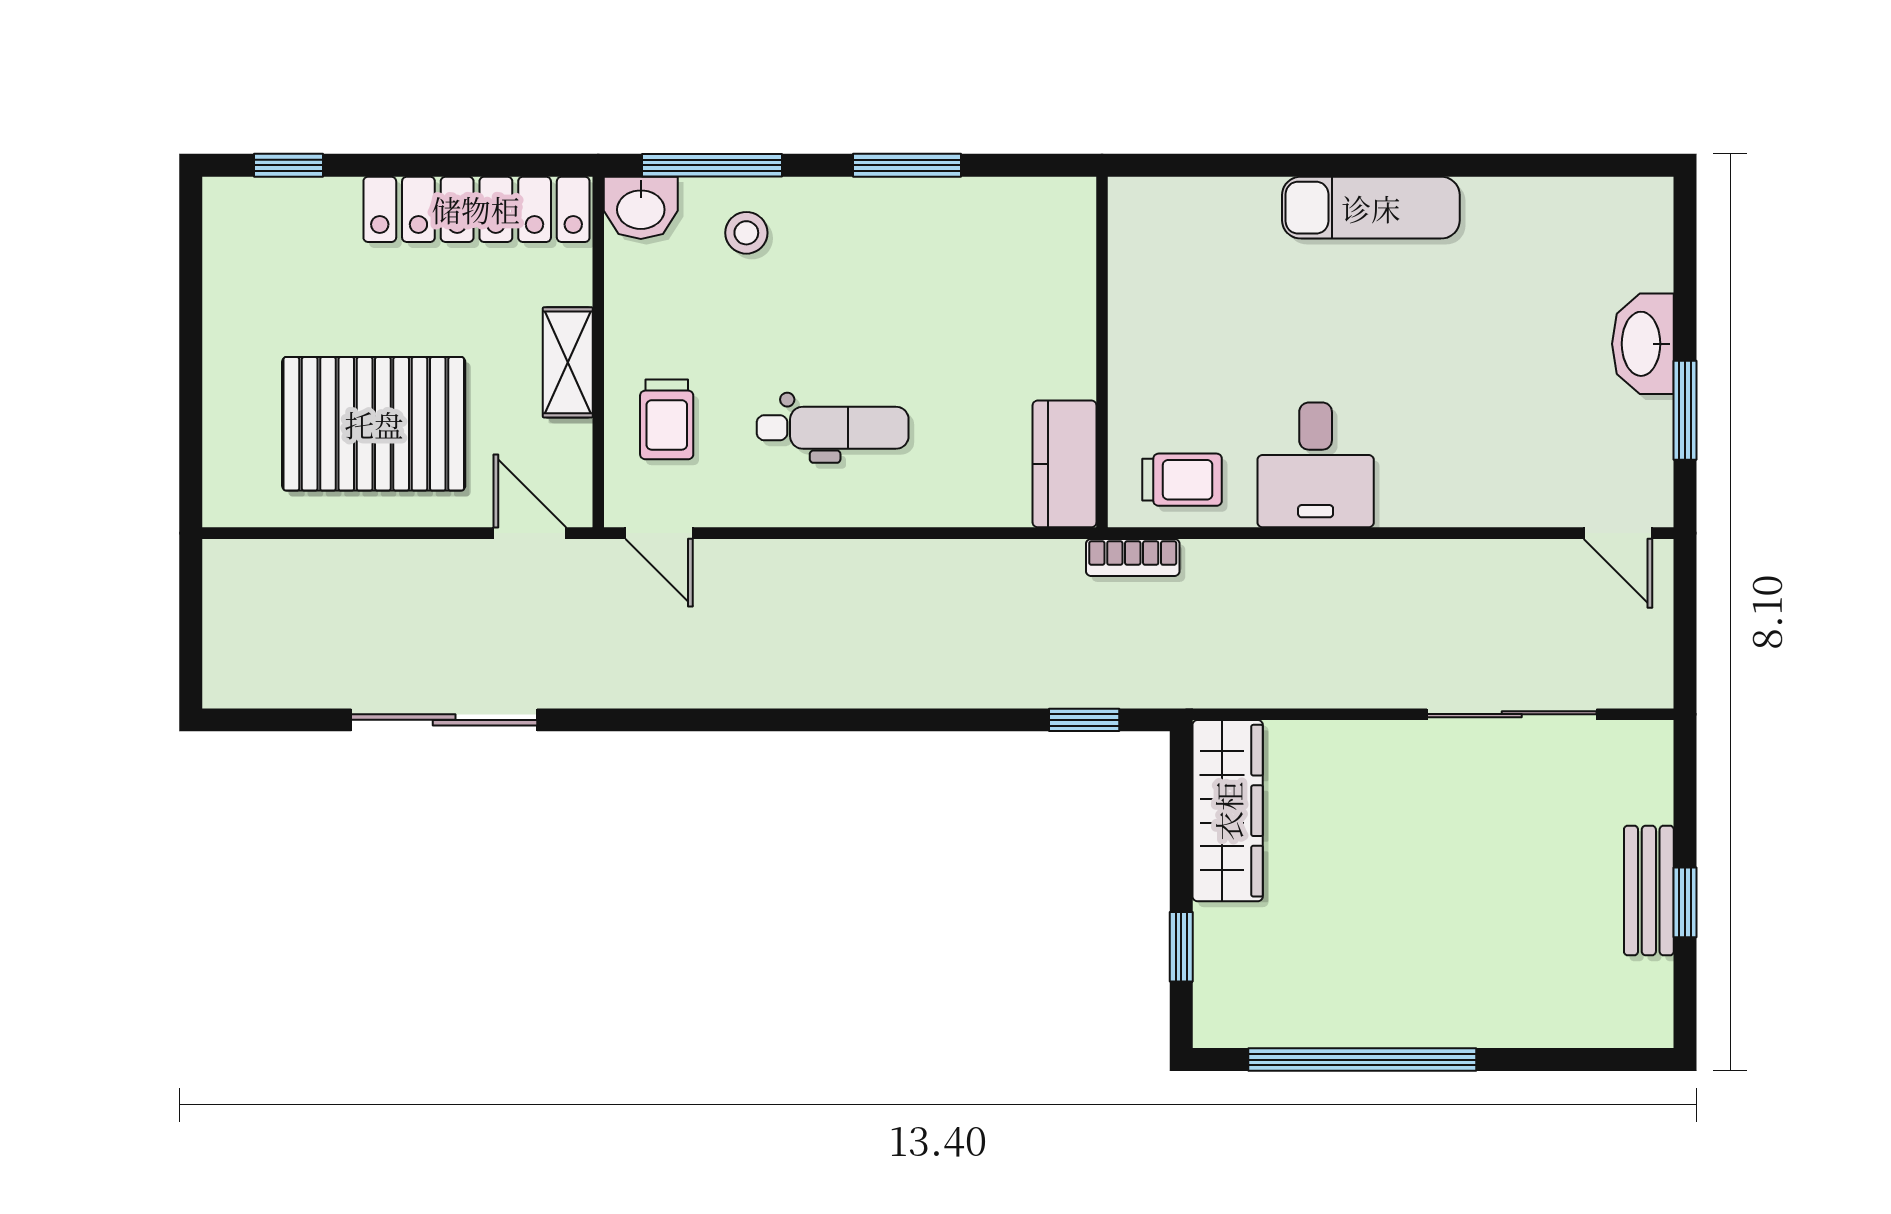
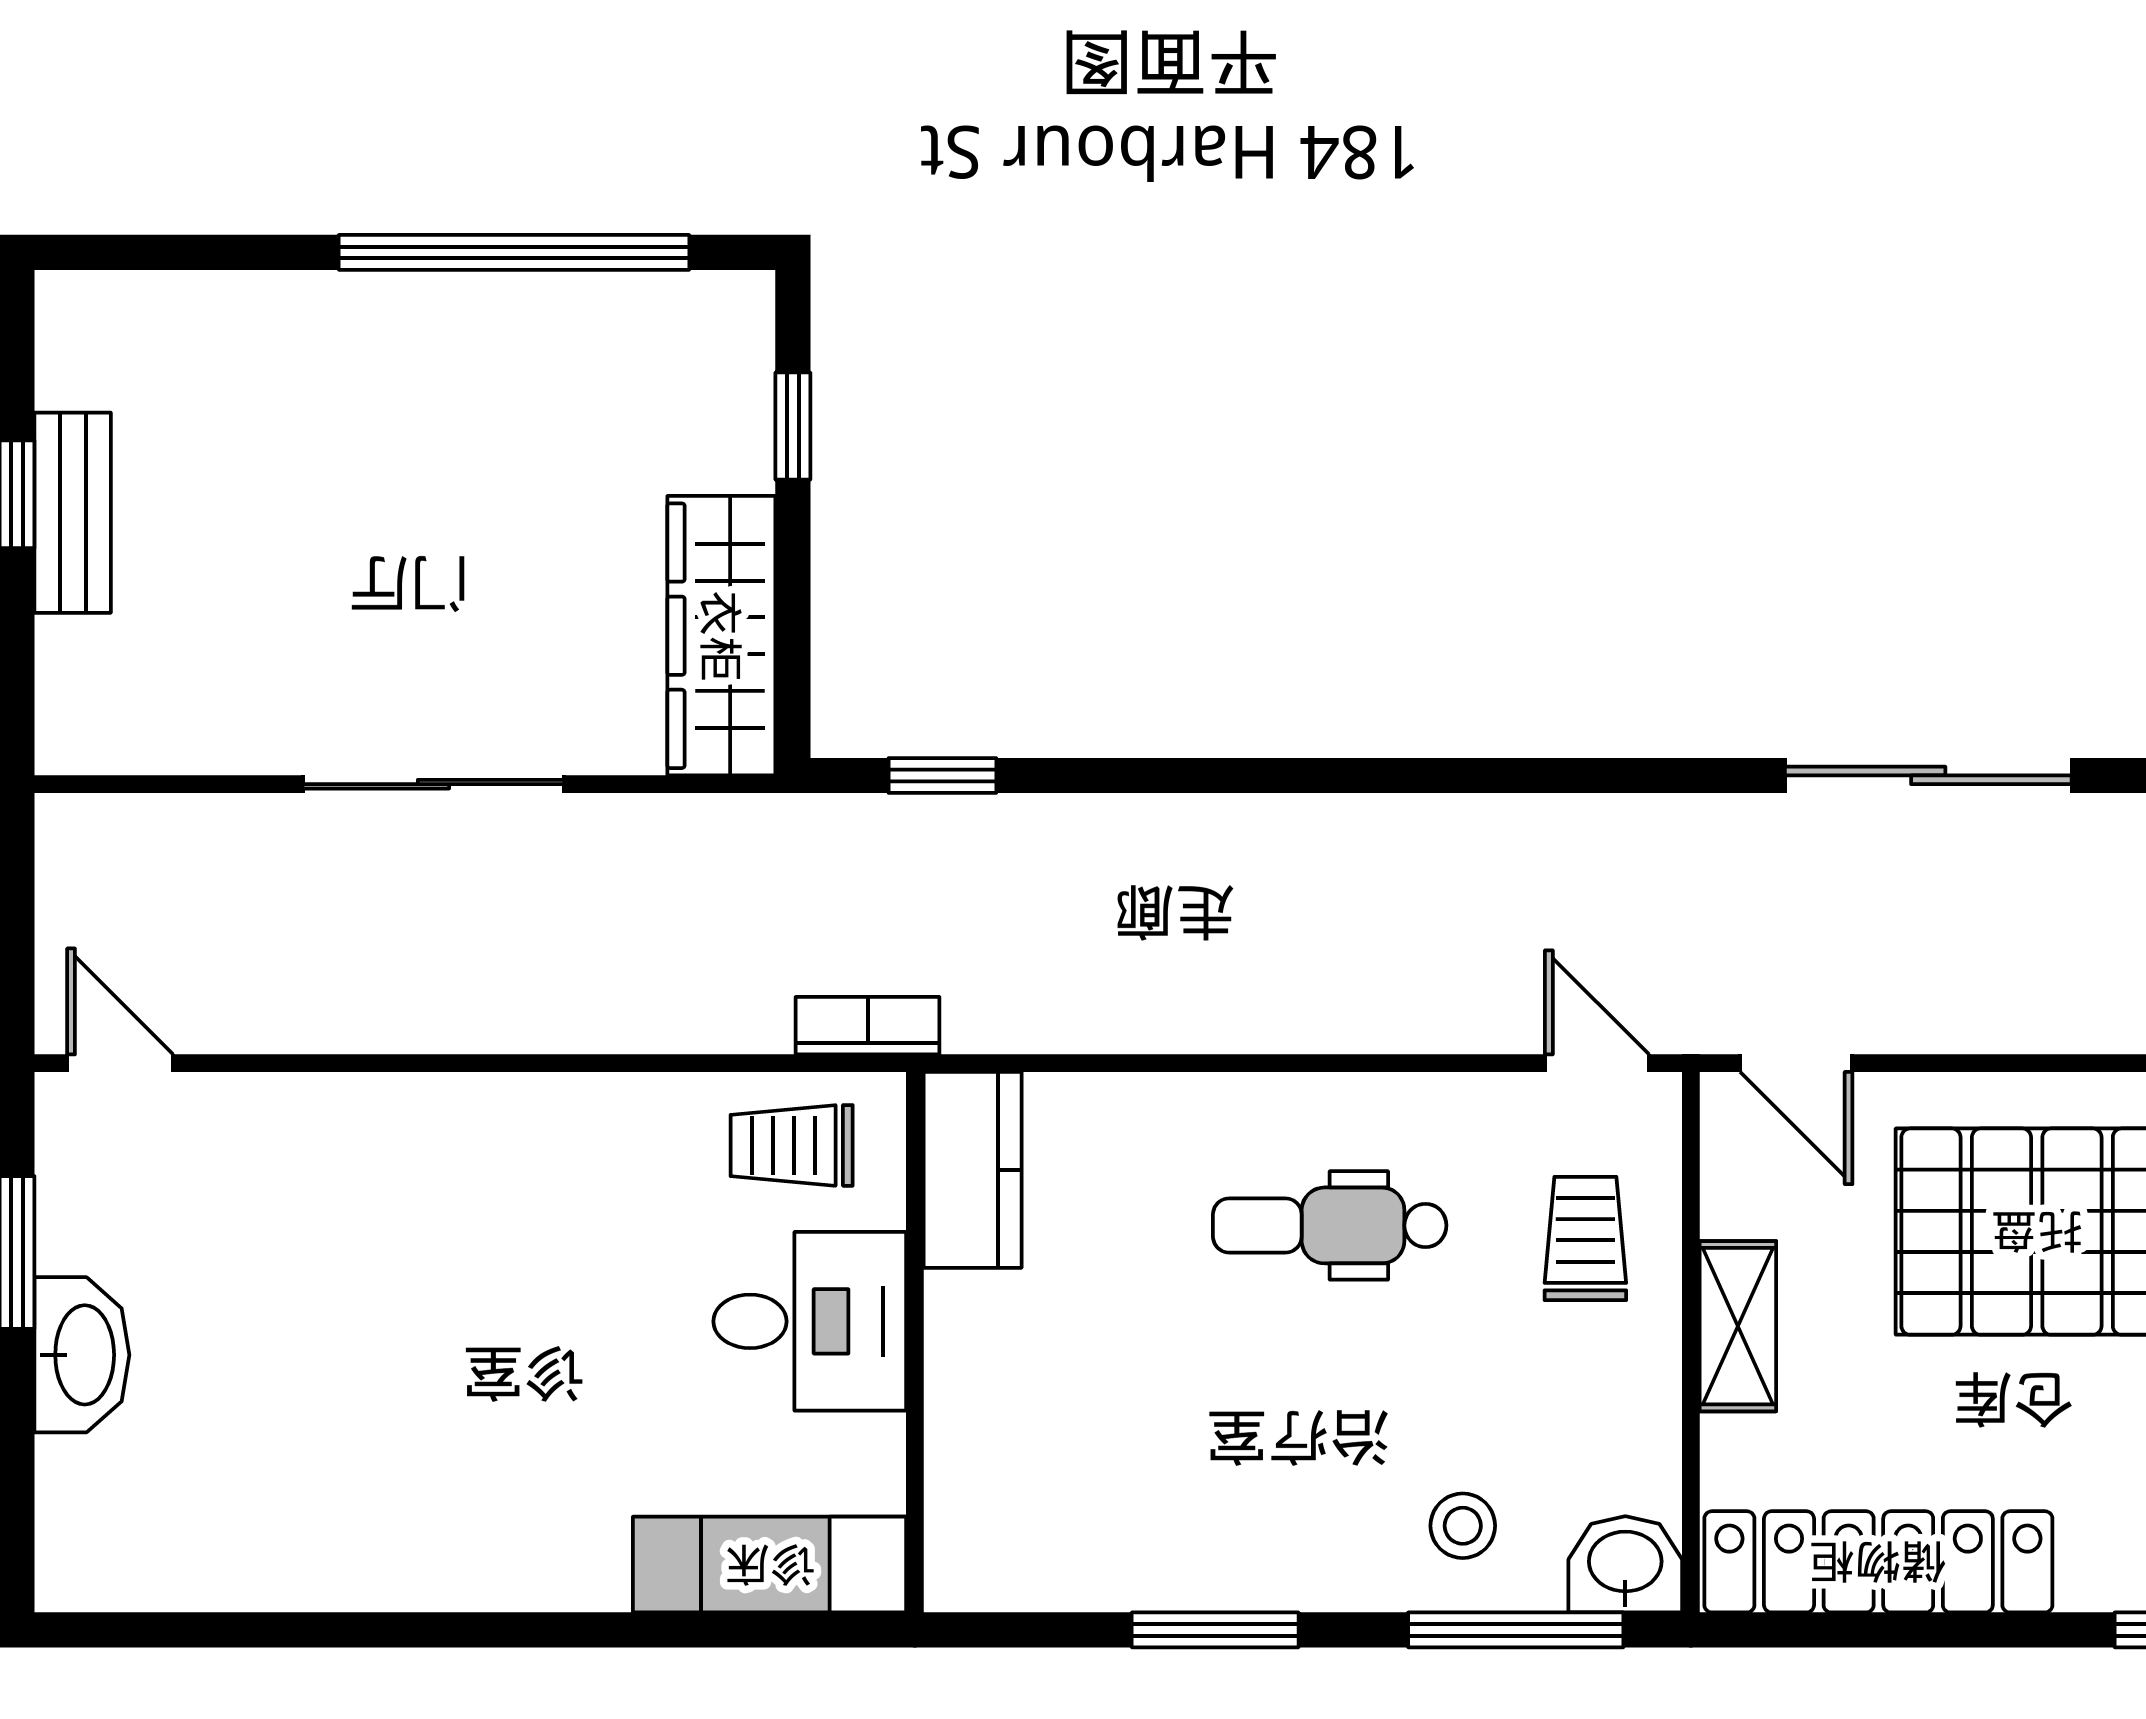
exam couch: (1371, 208) -> (770, 1565), moved
desk: (1316, 465) -> (810, 1321), moved, turned 90
sliding door: (1512, 714) -> (434, 784), moved

